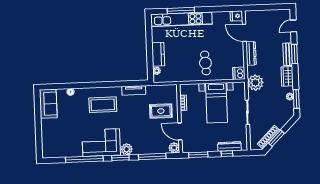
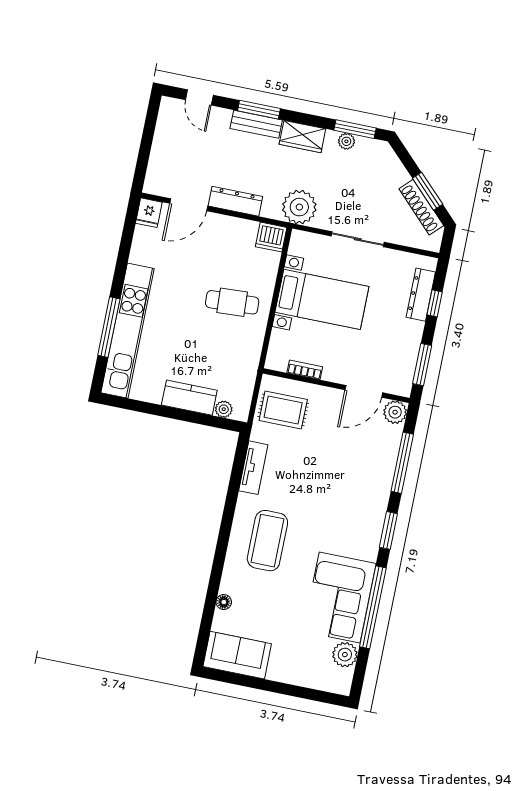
rug: (161, 111) -> (283, 410), moved, turned 90
corner sofa: (101, 143) -> (340, 597), moved
plant: (127, 149) -> (345, 655), moved

